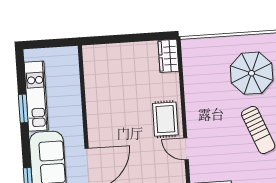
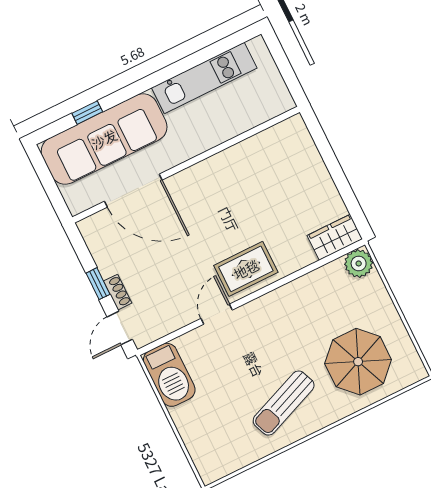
plant: (191, 48) -> (359, 263), added
window: (23, 108) -> (180, 67), removed

